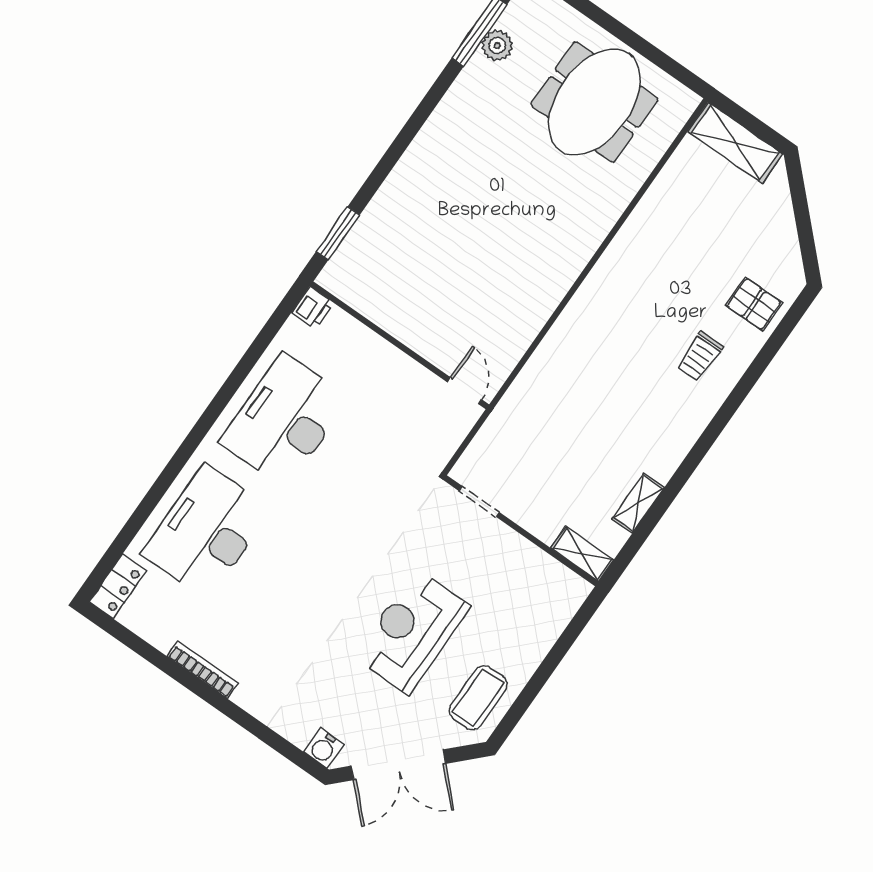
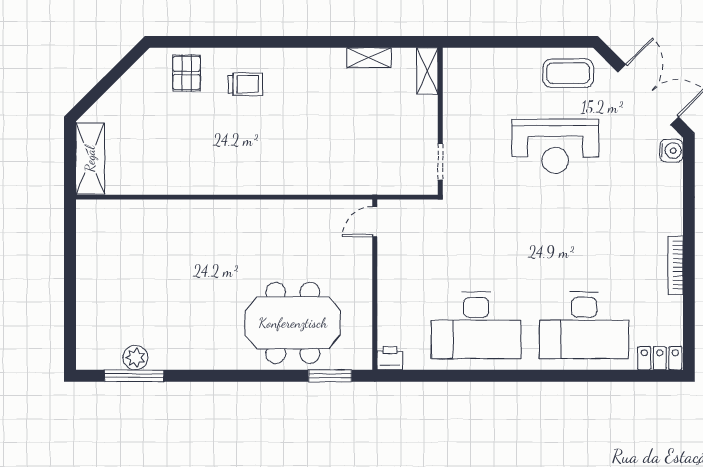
meeting table: (594, 102) -> (293, 323), moved

